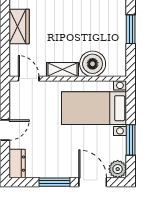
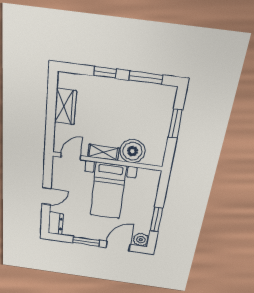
door: (29, 79) -> (71, 156), hinge flipped
bed with nightstands: (94, 108) -> (108, 191), moved, turned -90
door: (93, 182) -> (118, 246), hinge flipped

